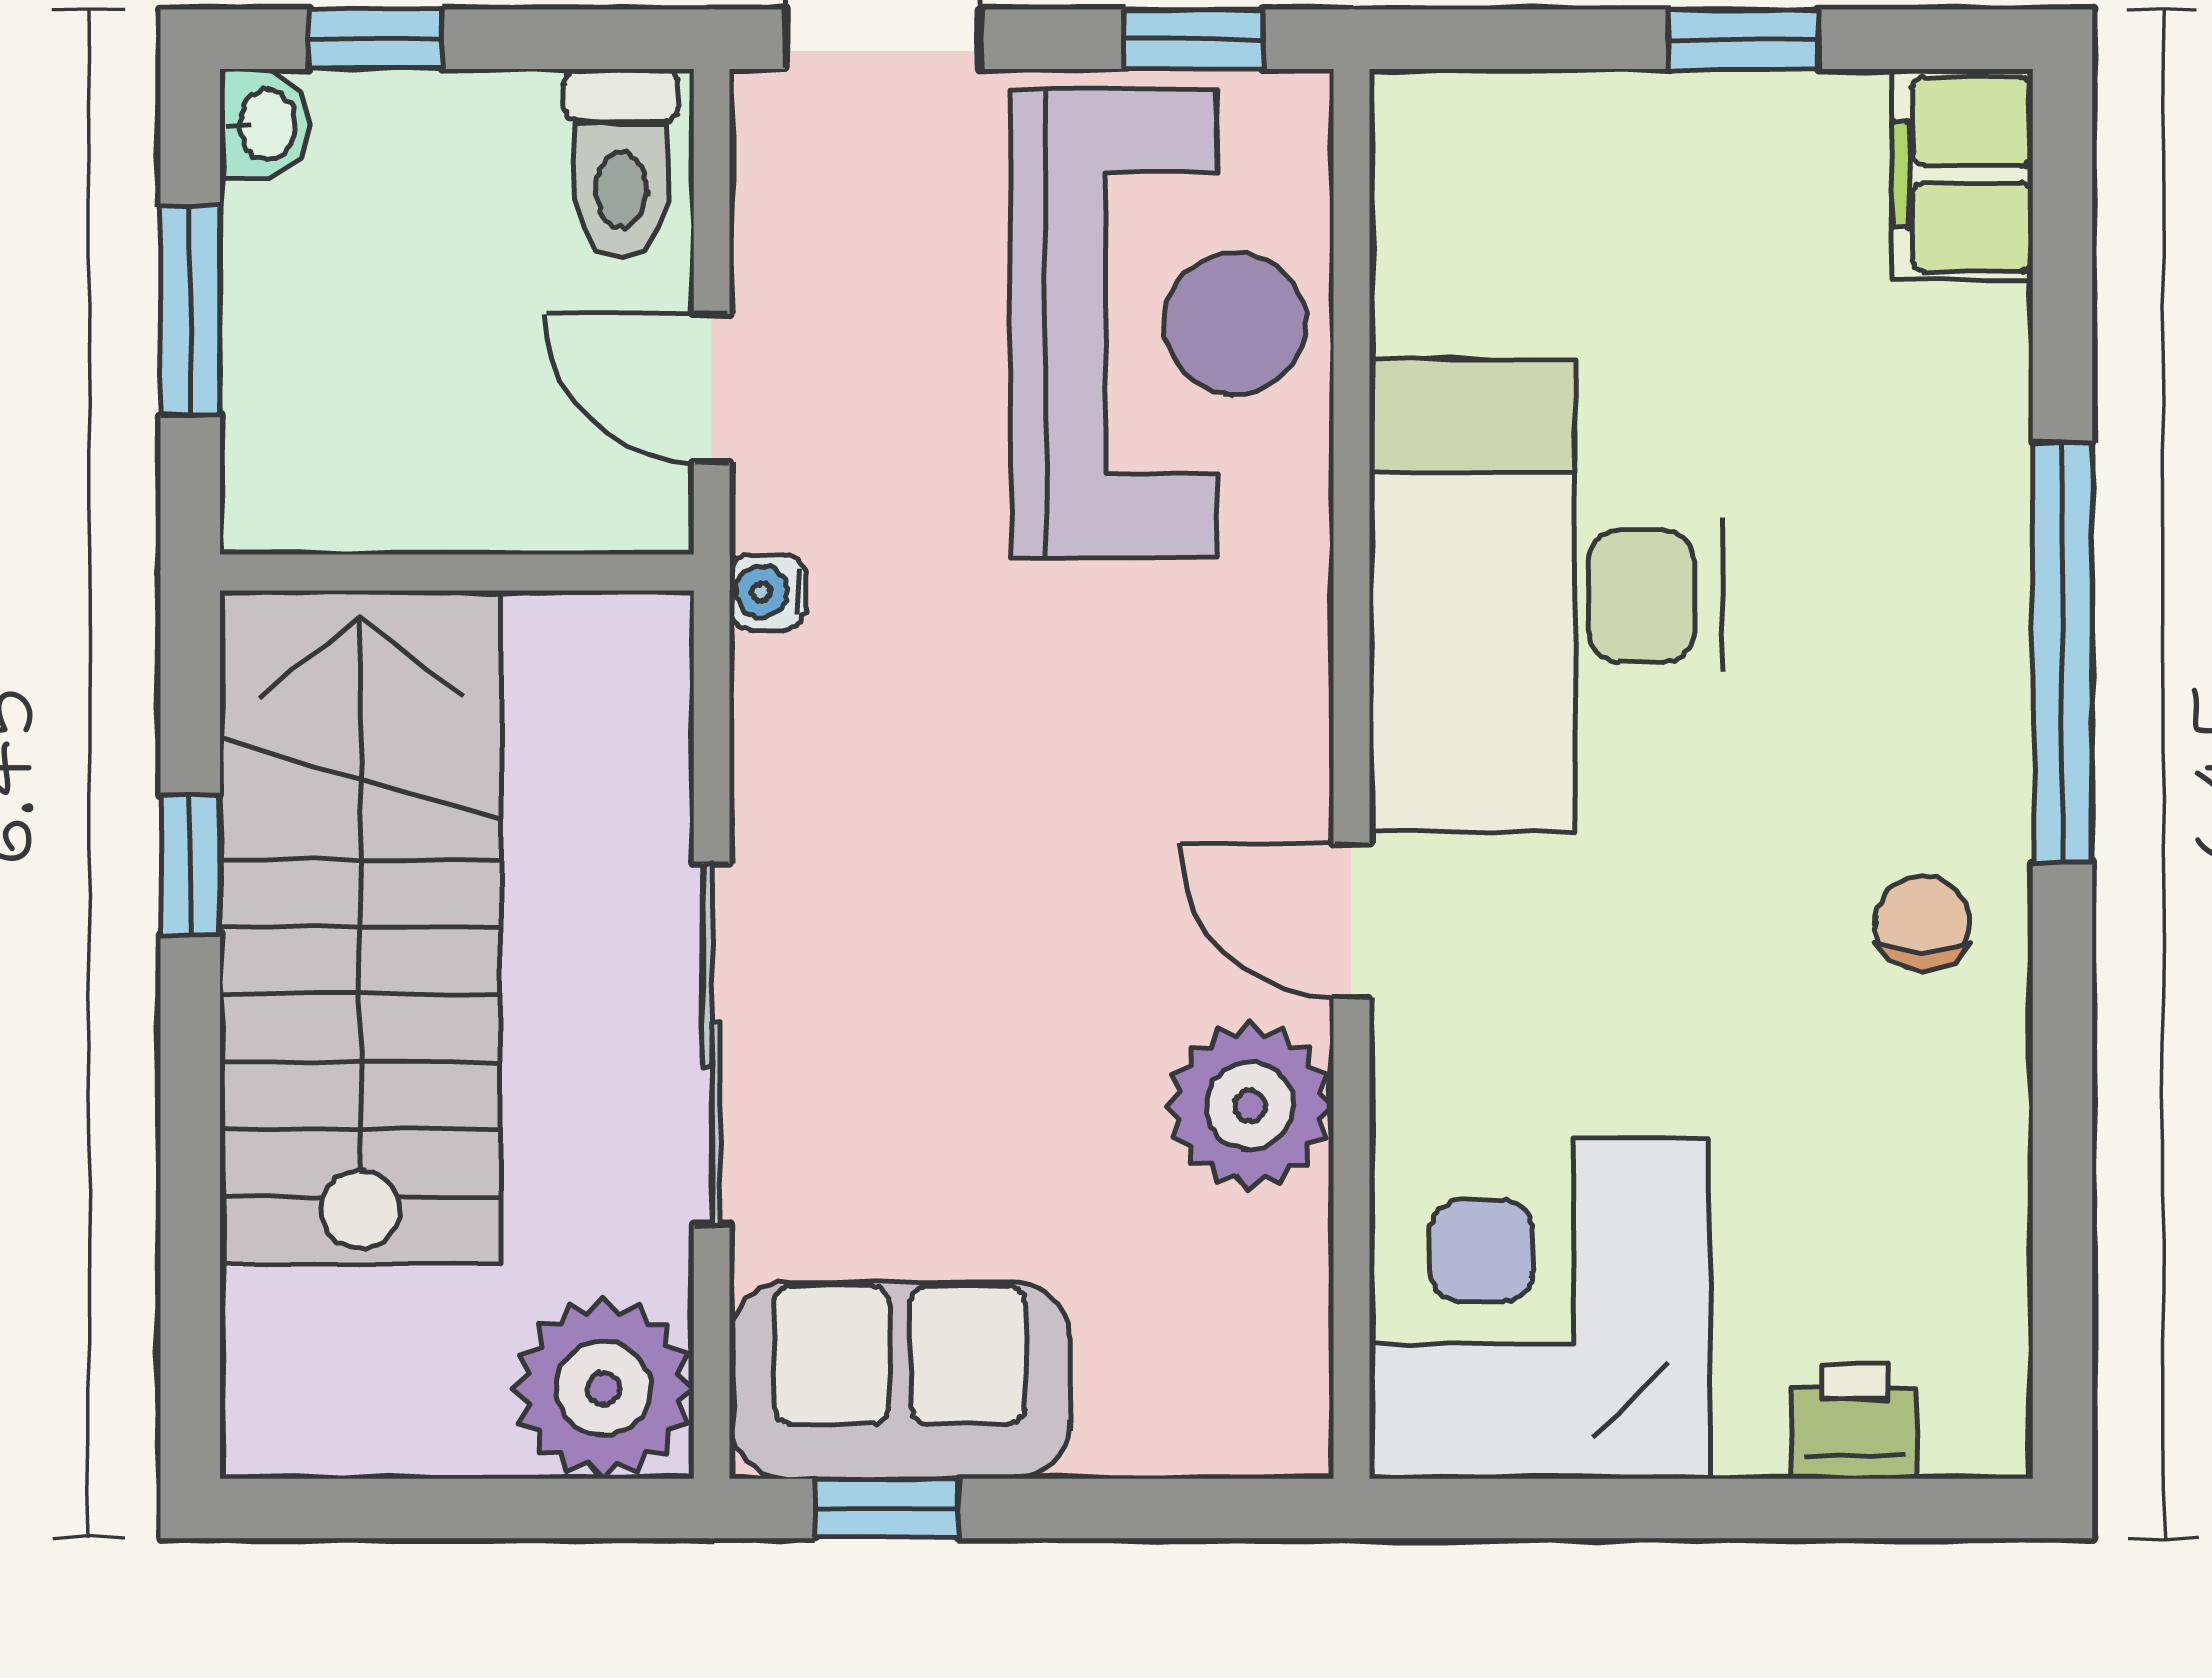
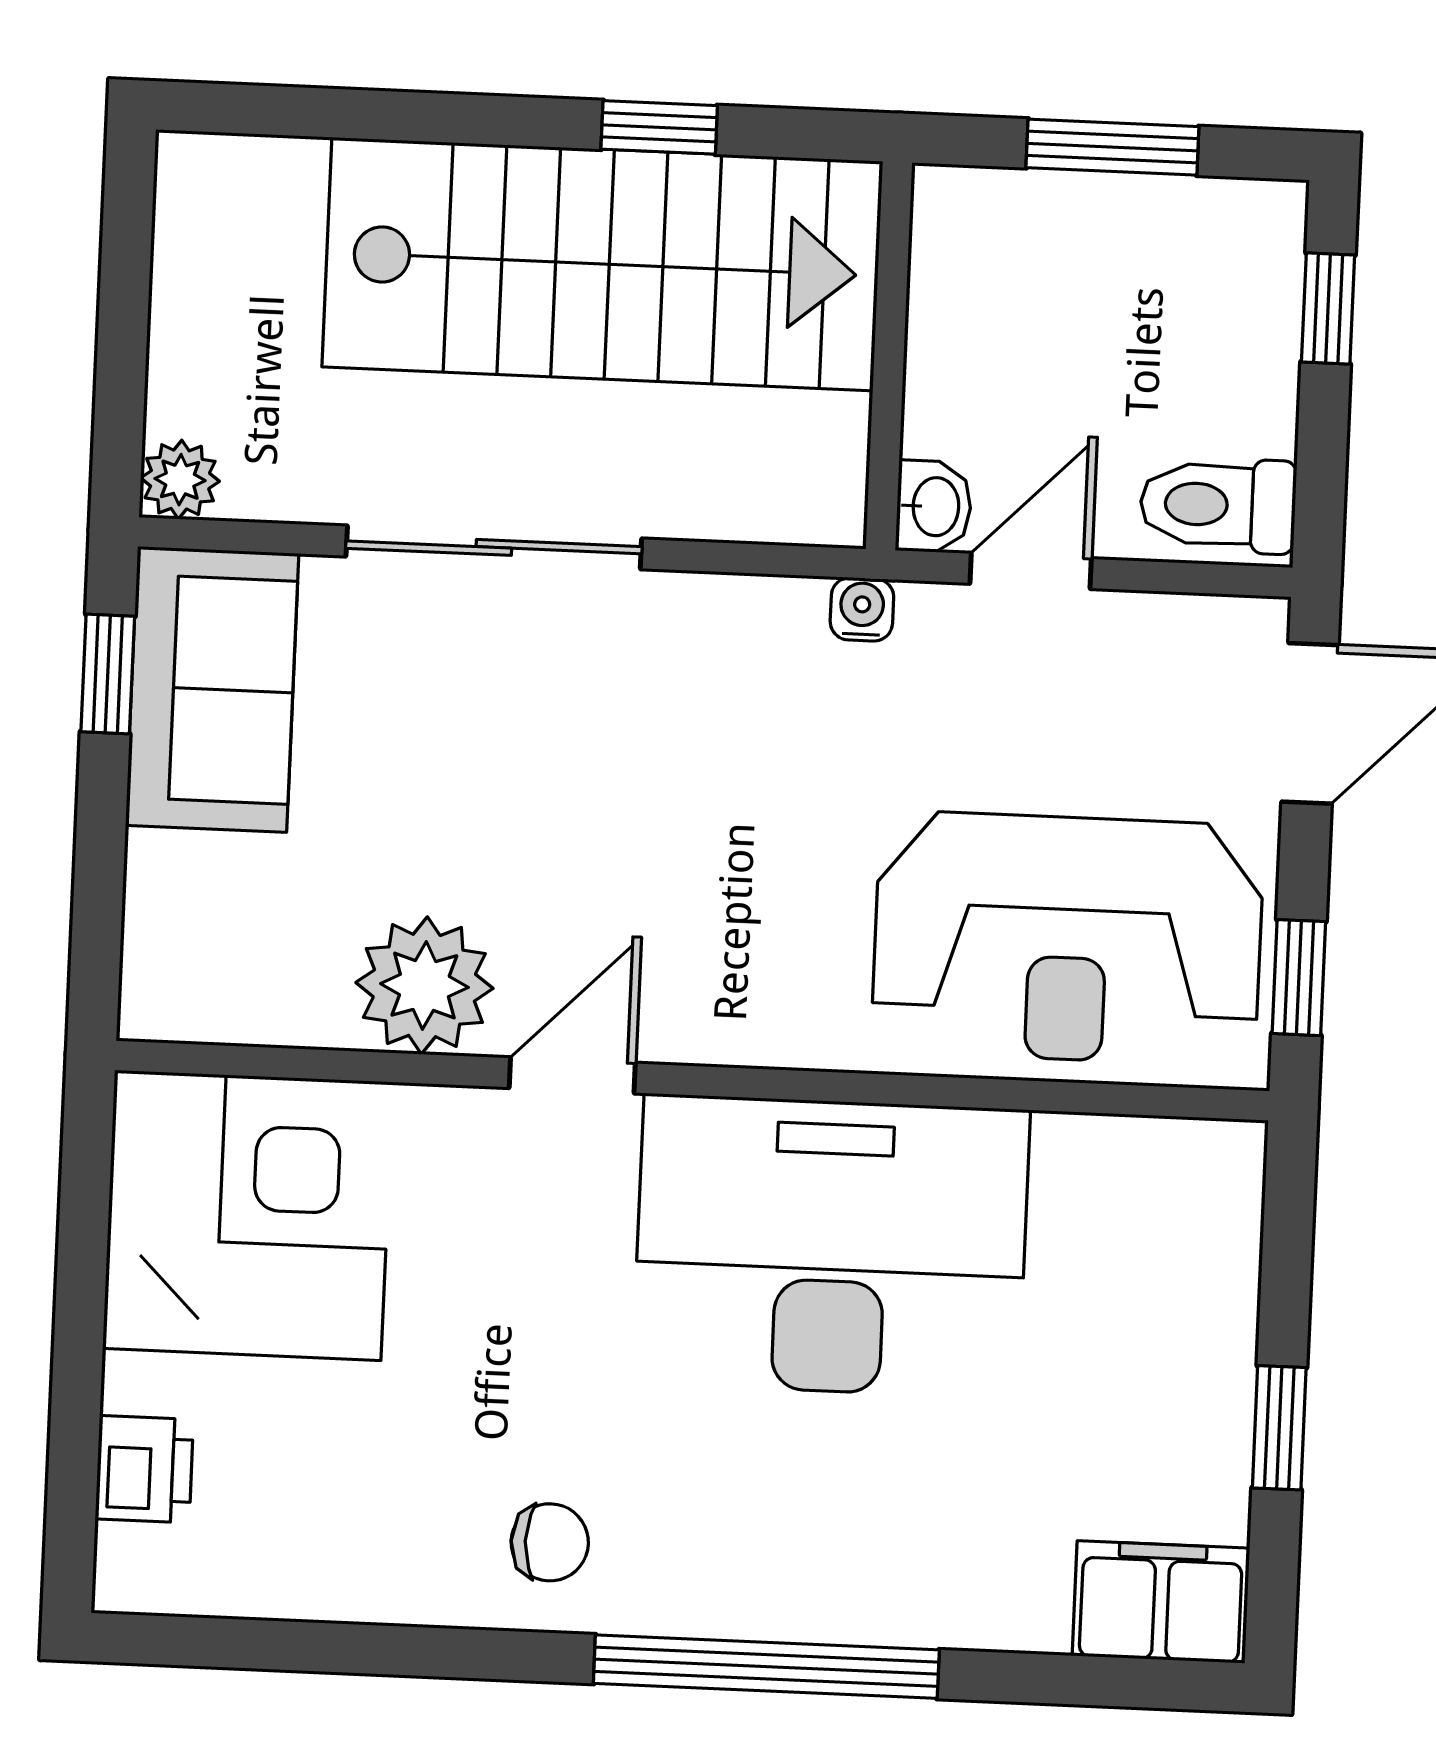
washbasin: (265, 124) -> (934, 507), moved, turned -90
plant: (603, 1388) -> (180, 480), width x0.53, depth x0.53

